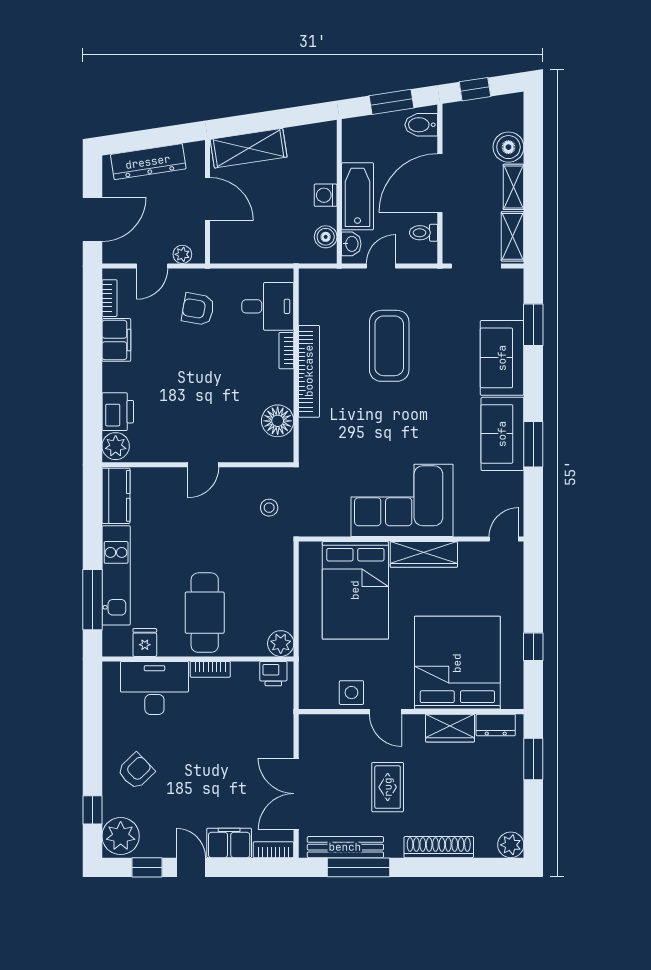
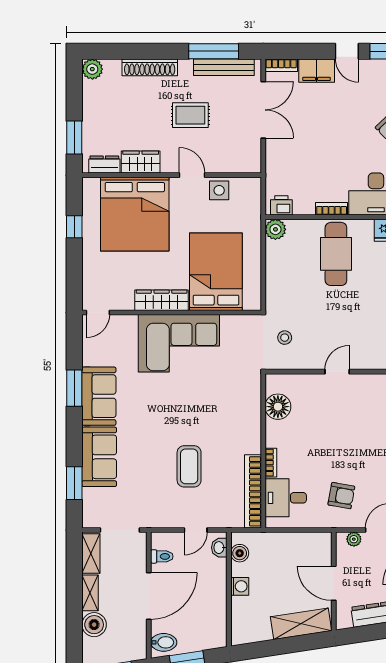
bathtub: (358, 196) -> (214, 585), removed
coffee table: (389, 346) -> (189, 466), width x0.73, depth x0.76
bookcase: (309, 371) -> (253, 491), moved
rug: (388, 787) -> (190, 115), turned 90

